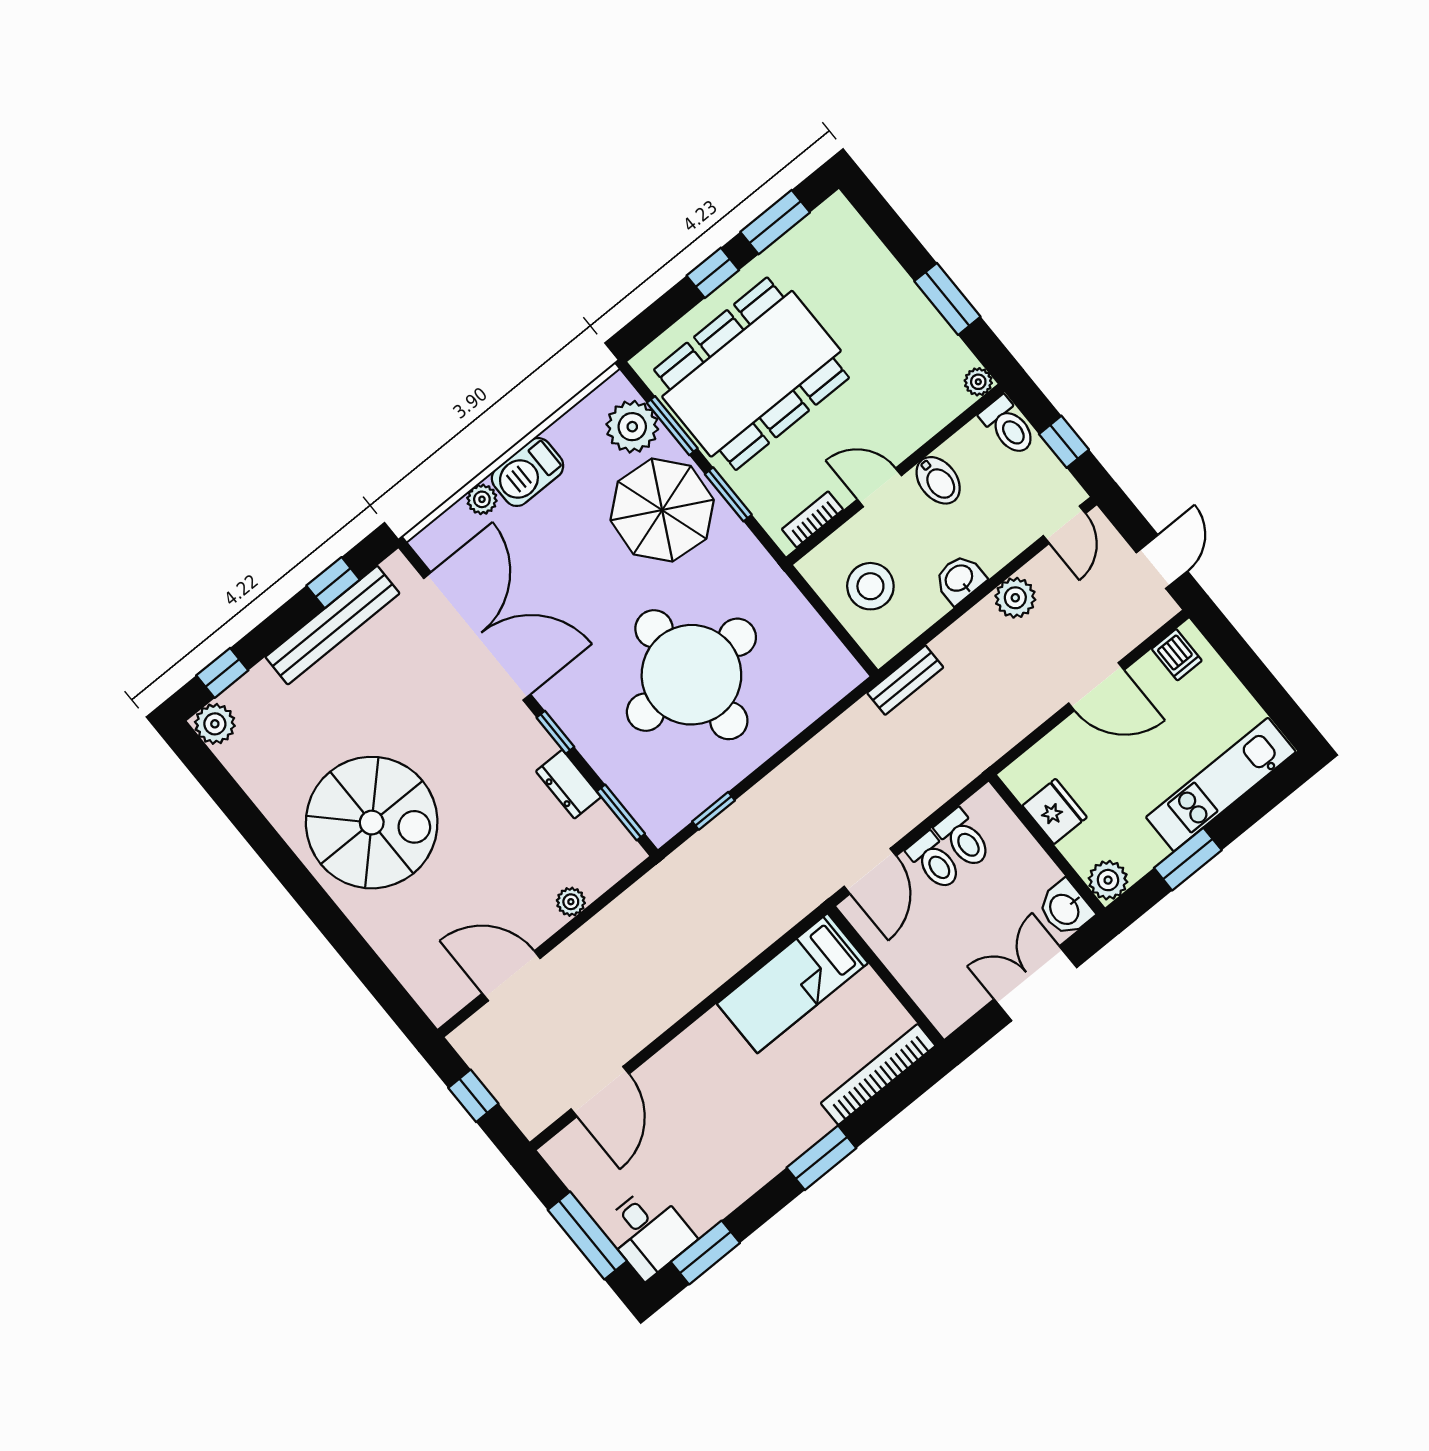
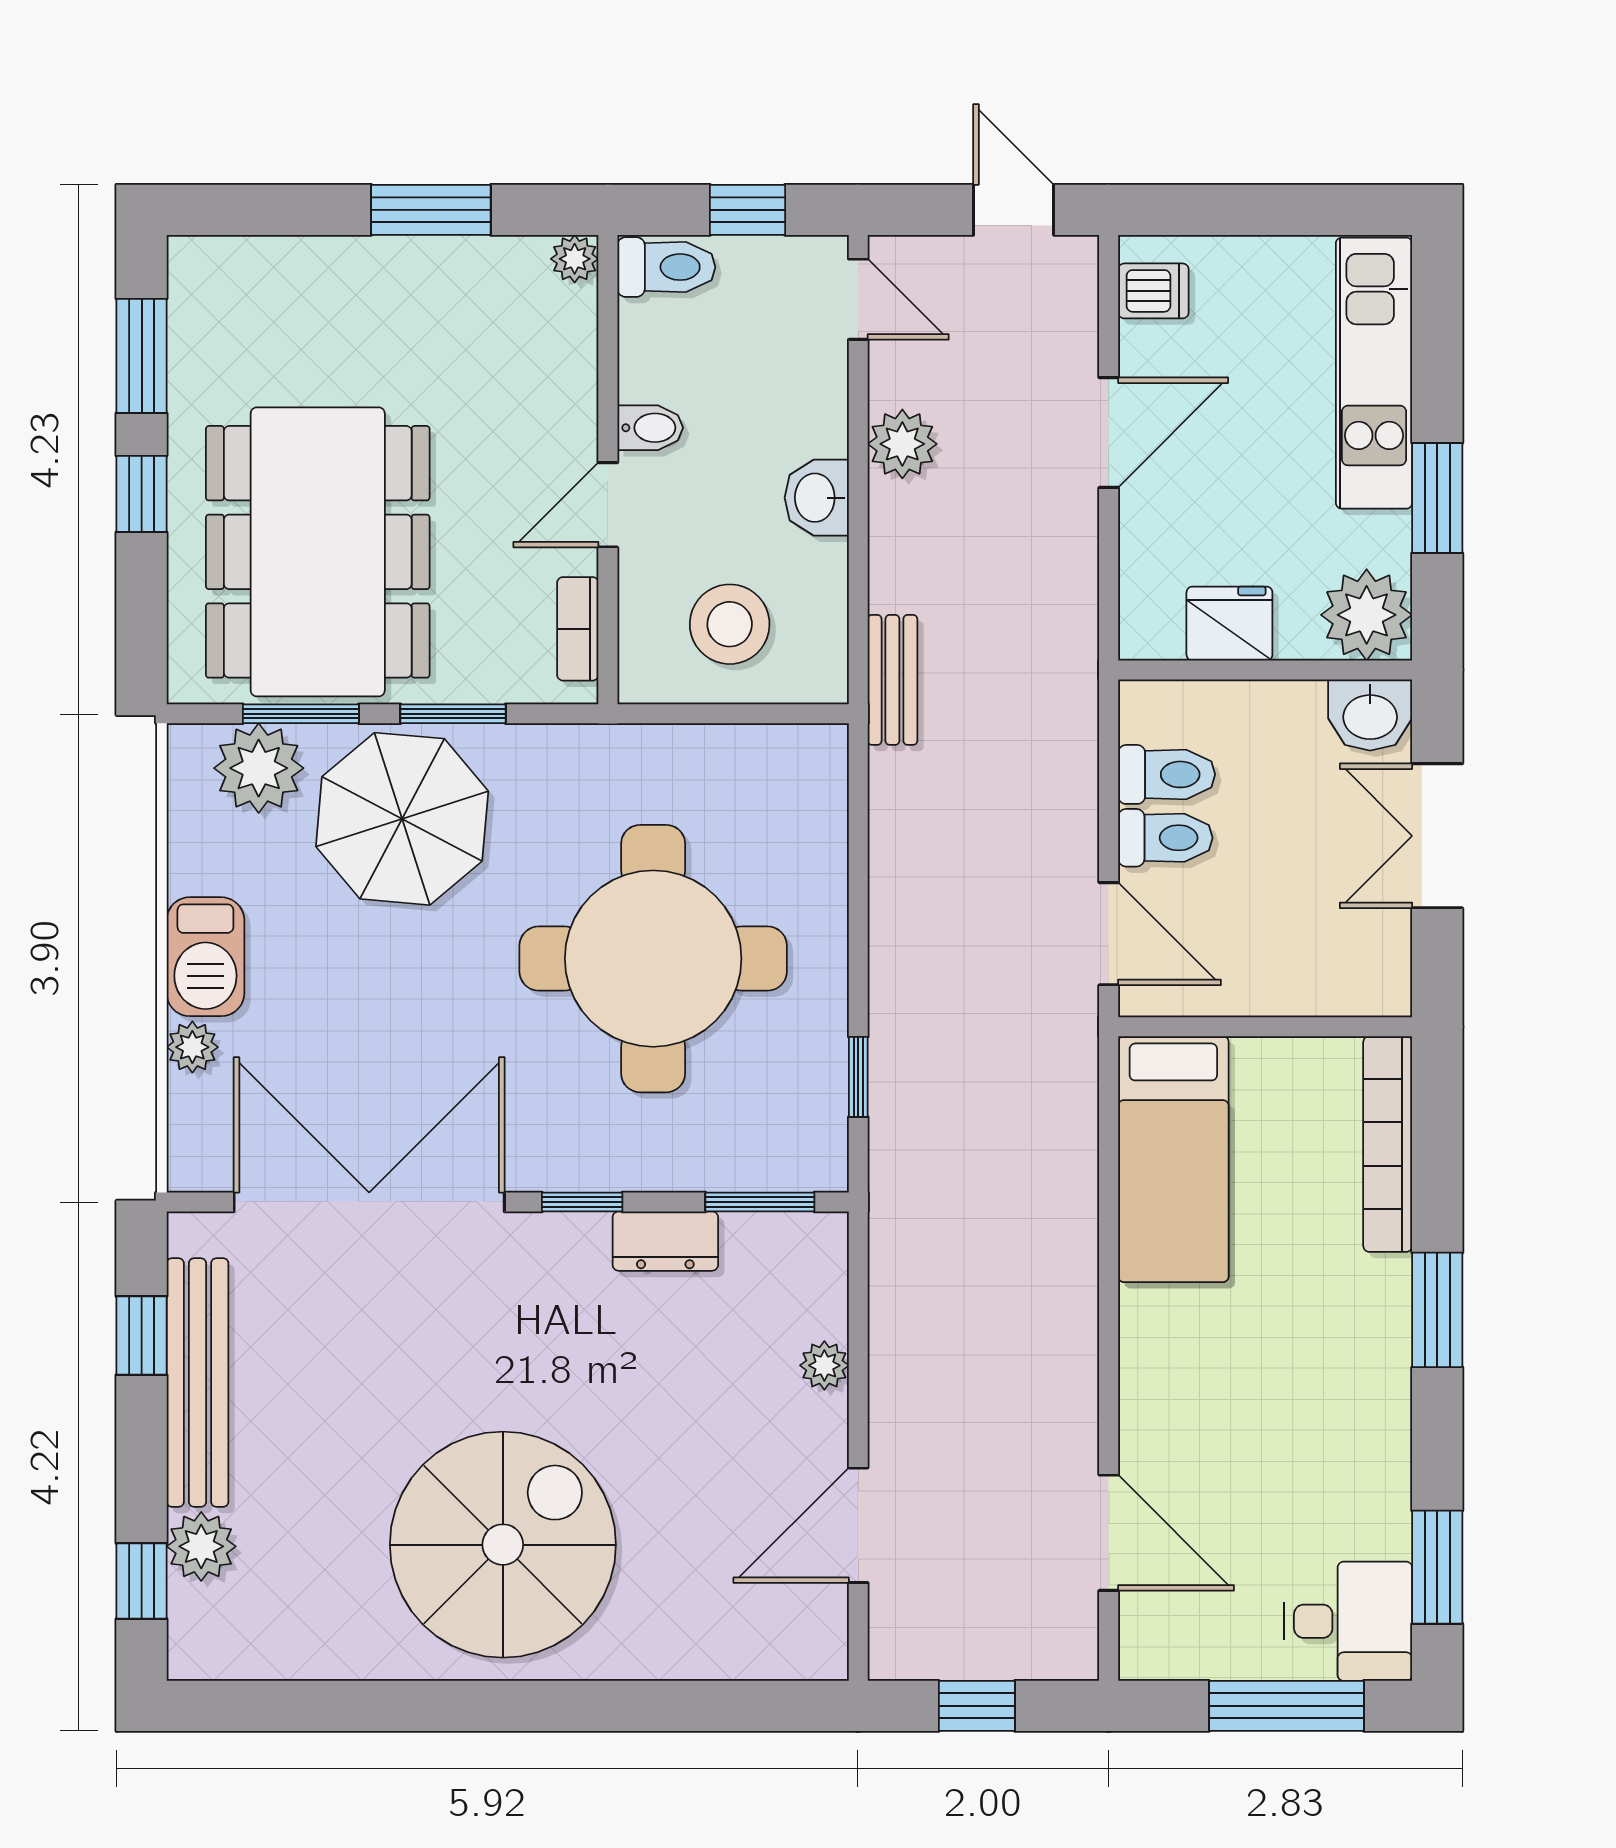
bidet: (938, 480) -> (650, 428), width x0.72, depth x0.74
plant: (215, 724) -> (201, 1546), moved
plant: (1108, 880) -> (1367, 615), width x1.36, depth x1.36

